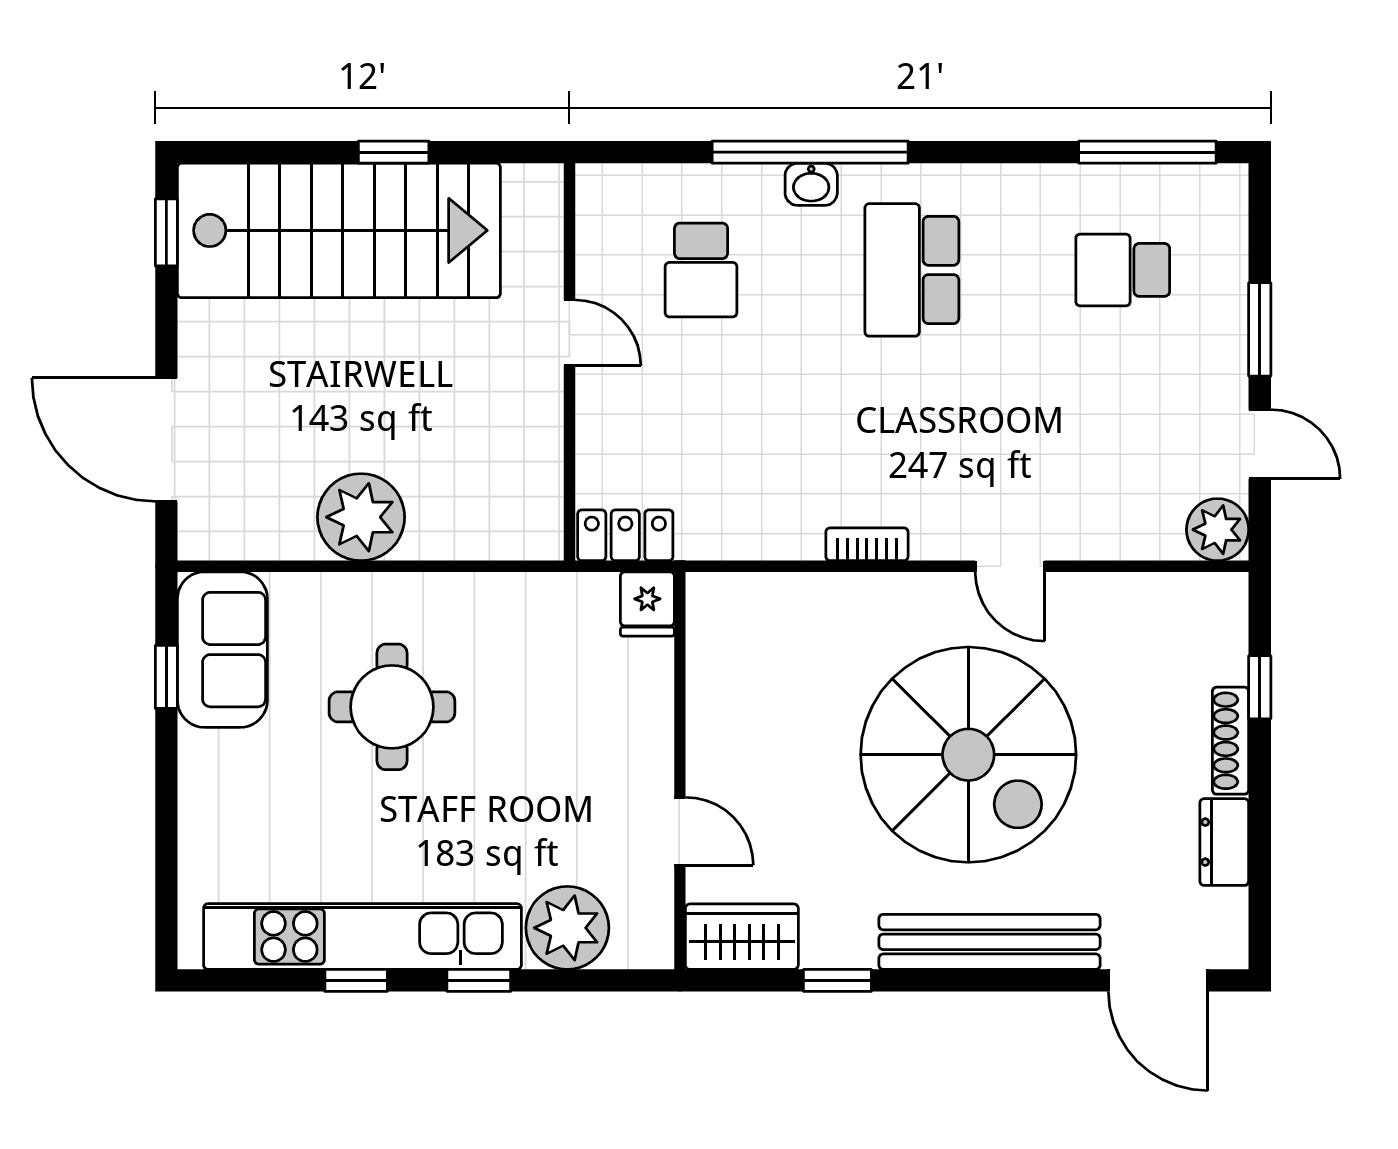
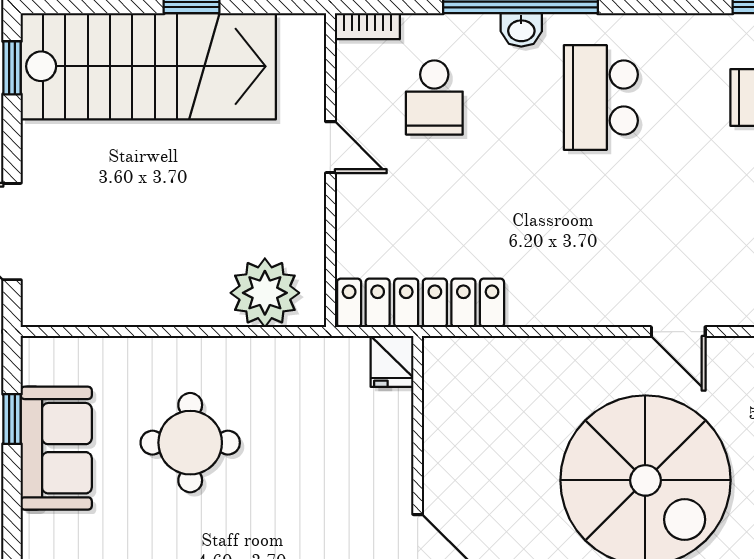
plant: (361, 517) -> (265, 293), moved
locker: (625, 535) -> (421, 303), width x2.16, depth x1.21
bookcase: (867, 544) -> (367, 26), moved, turned 180
sofa: (222, 650) -> (56, 448), moved

